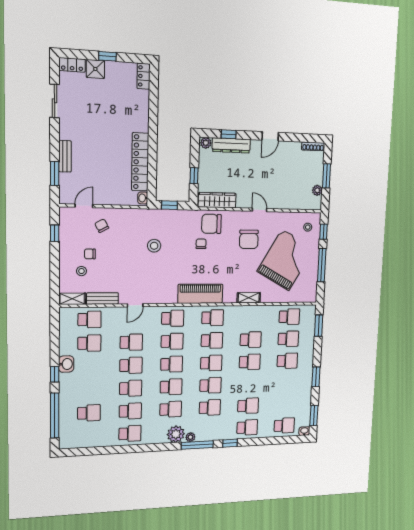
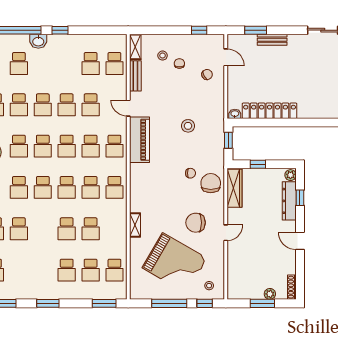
plant: (317, 190) -> (270, 294), moved
piano: (200, 294) -> (139, 140), moved
washbasin: (66, 364) -> (38, 41), moved

